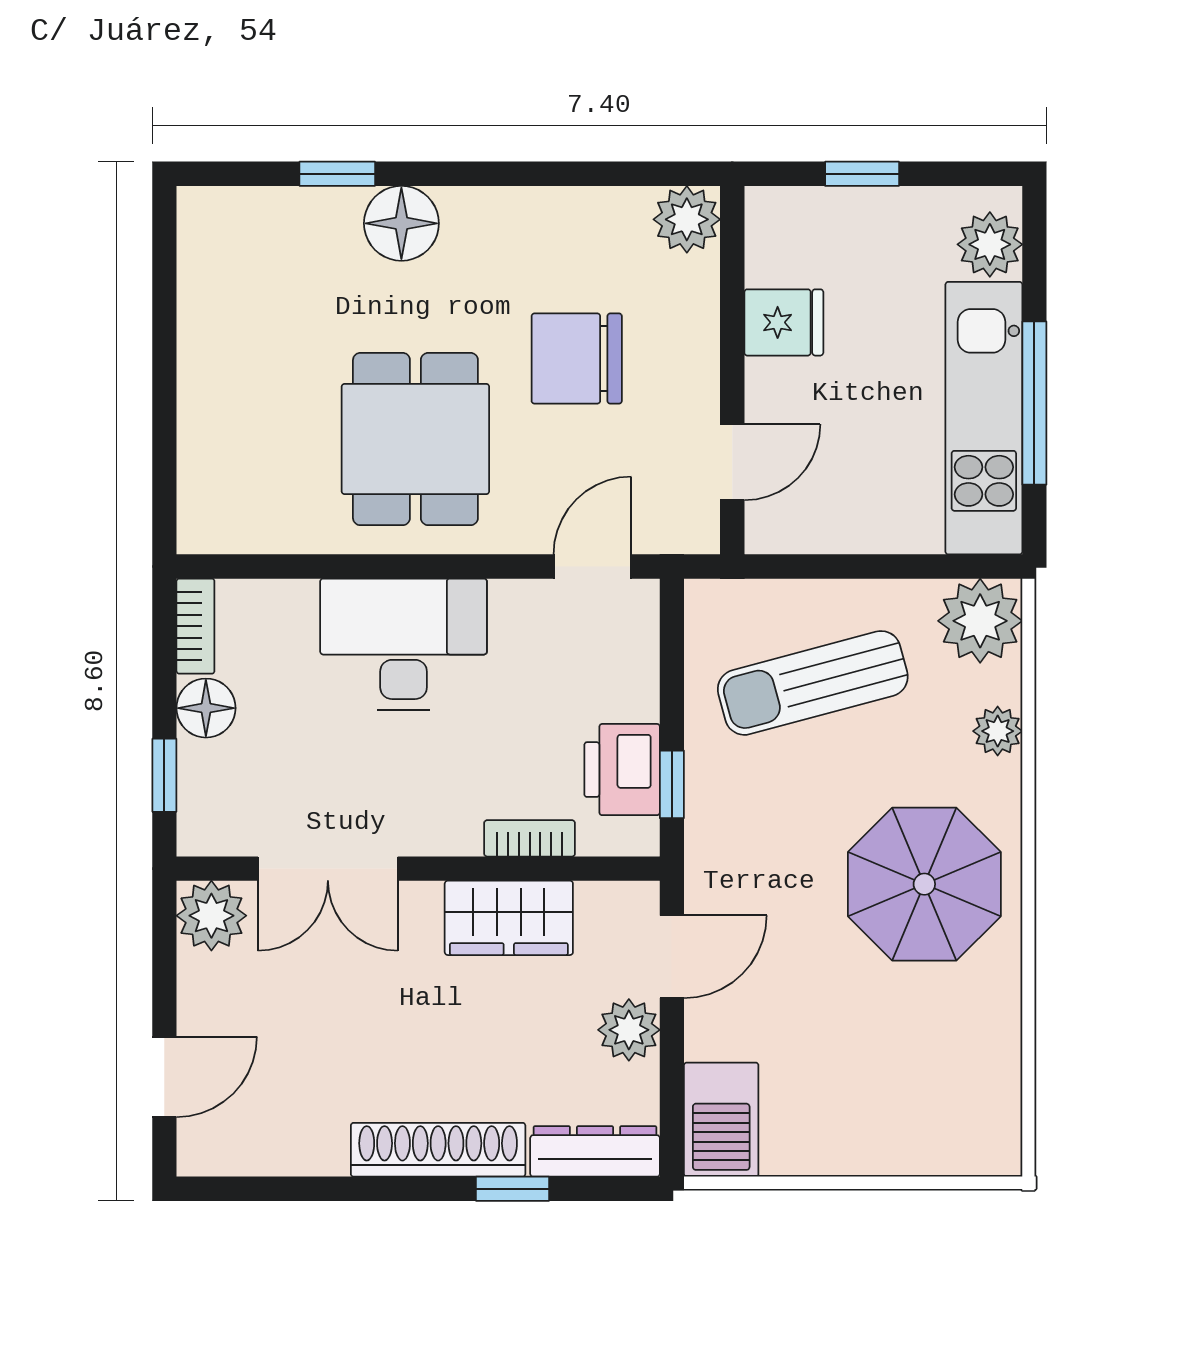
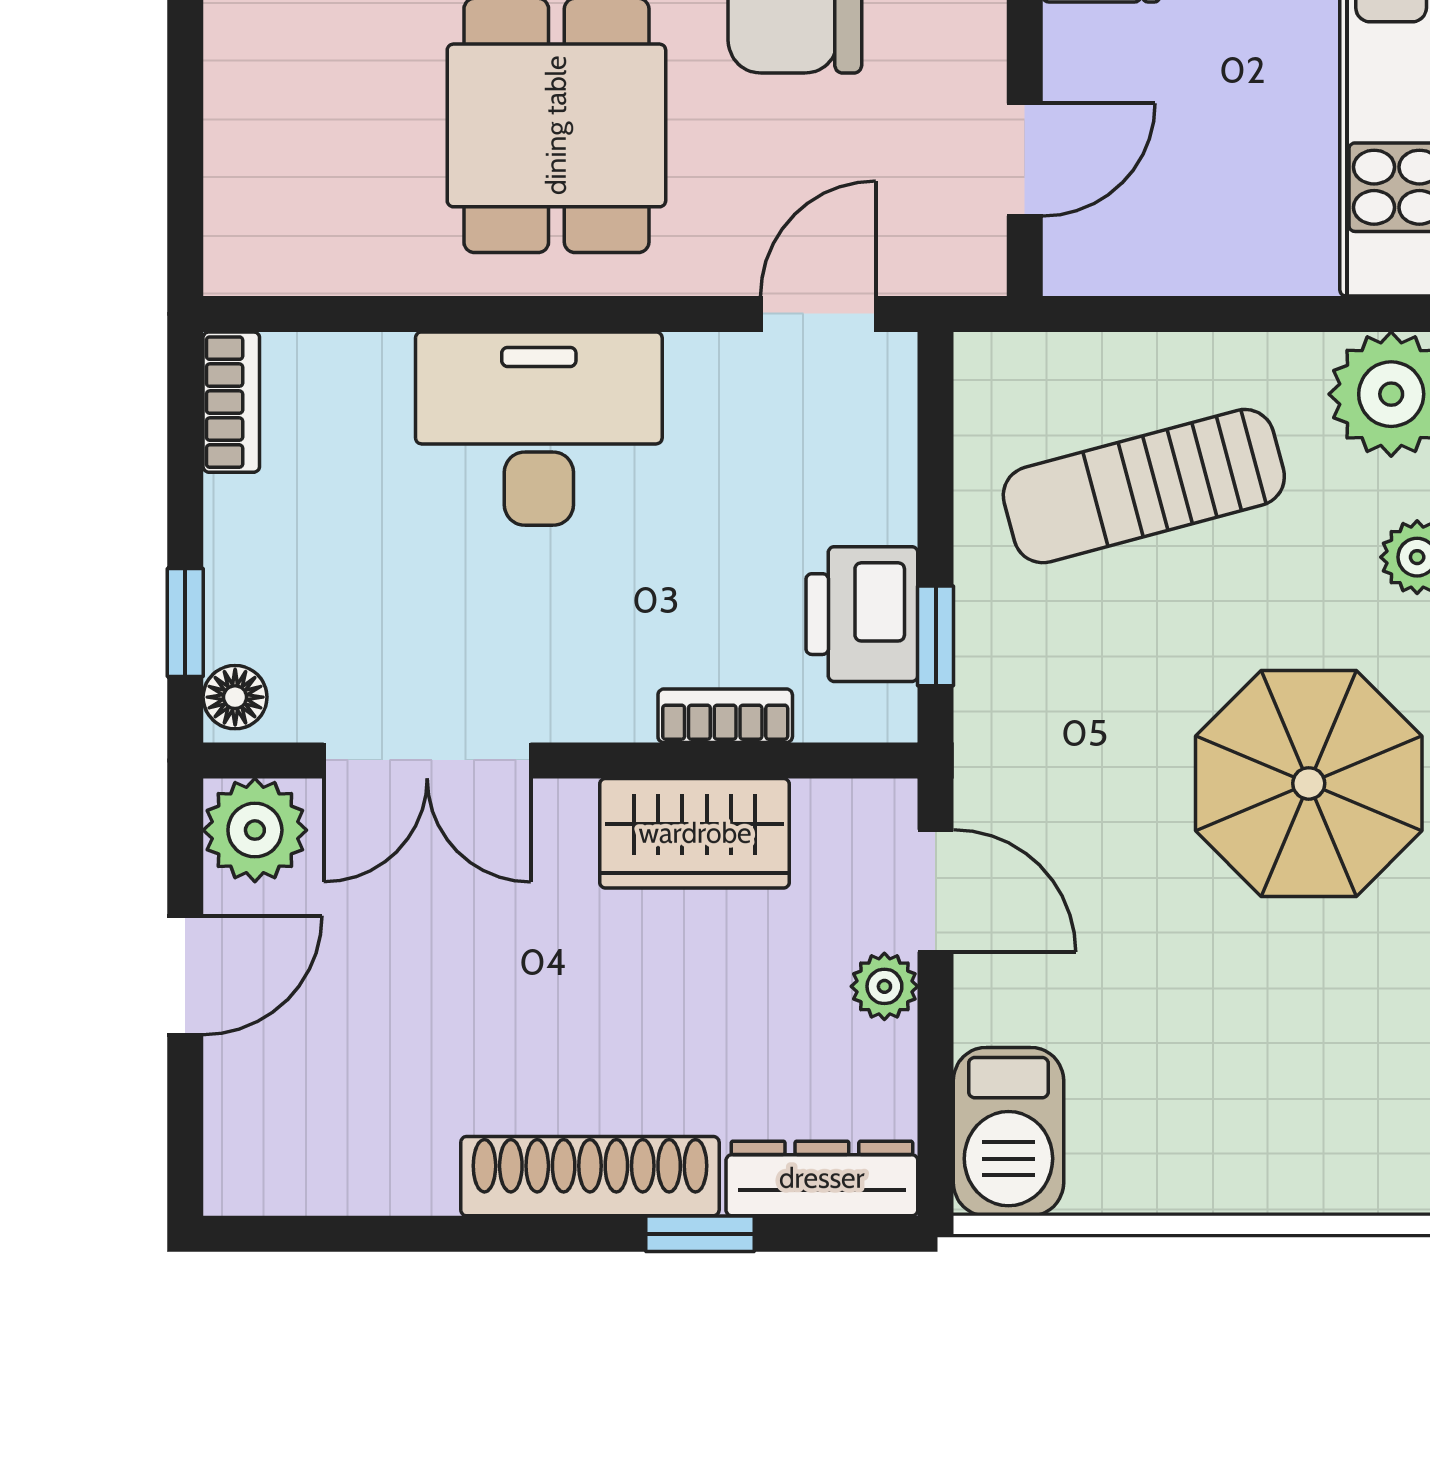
floor lamp: (206, 708) -> (235, 697), moved, width x0.73, depth x0.73
door: (672, 957) -> (936, 891), hinge flipped
plant: (629, 1030) -> (884, 986), width x0.73, depth x0.73
door: (164, 1077) -> (185, 975), moved

